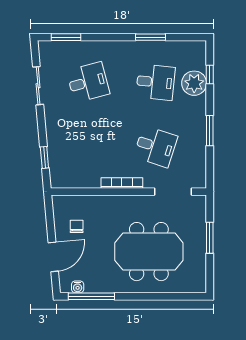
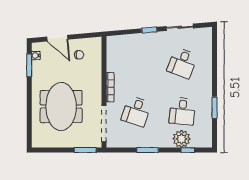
window: (66, 37) -> (214, 47), removed
desk: (88, 82) -> (182, 63), turned 36
window: (44, 157) -> (149, 30), moved
doorway: (173, 192) -> (104, 124), width x1.36
window: (210, 238) -> (85, 150), moved
window: (91, 296) -> (29, 65), width x0.69

